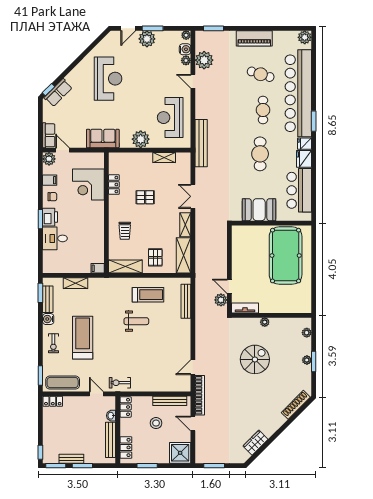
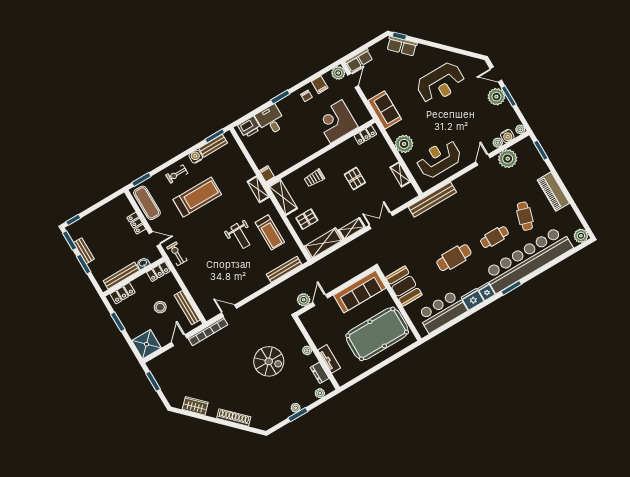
locker: (114, 185) -> (365, 135), moved
printer: (50, 217) -> (249, 127), moved
sofa: (242, 249) -> (360, 292), added
shelving: (76, 283) -> (258, 189), moved
tv unit: (245, 308) -> (329, 359), moved
dresser: (290, 323) -> (320, 373), added
door: (96, 394) -> (155, 239), hinge flipped
locker: (53, 401) -> (136, 223), moved
shoe rack: (296, 405) -> (234, 417), moved

